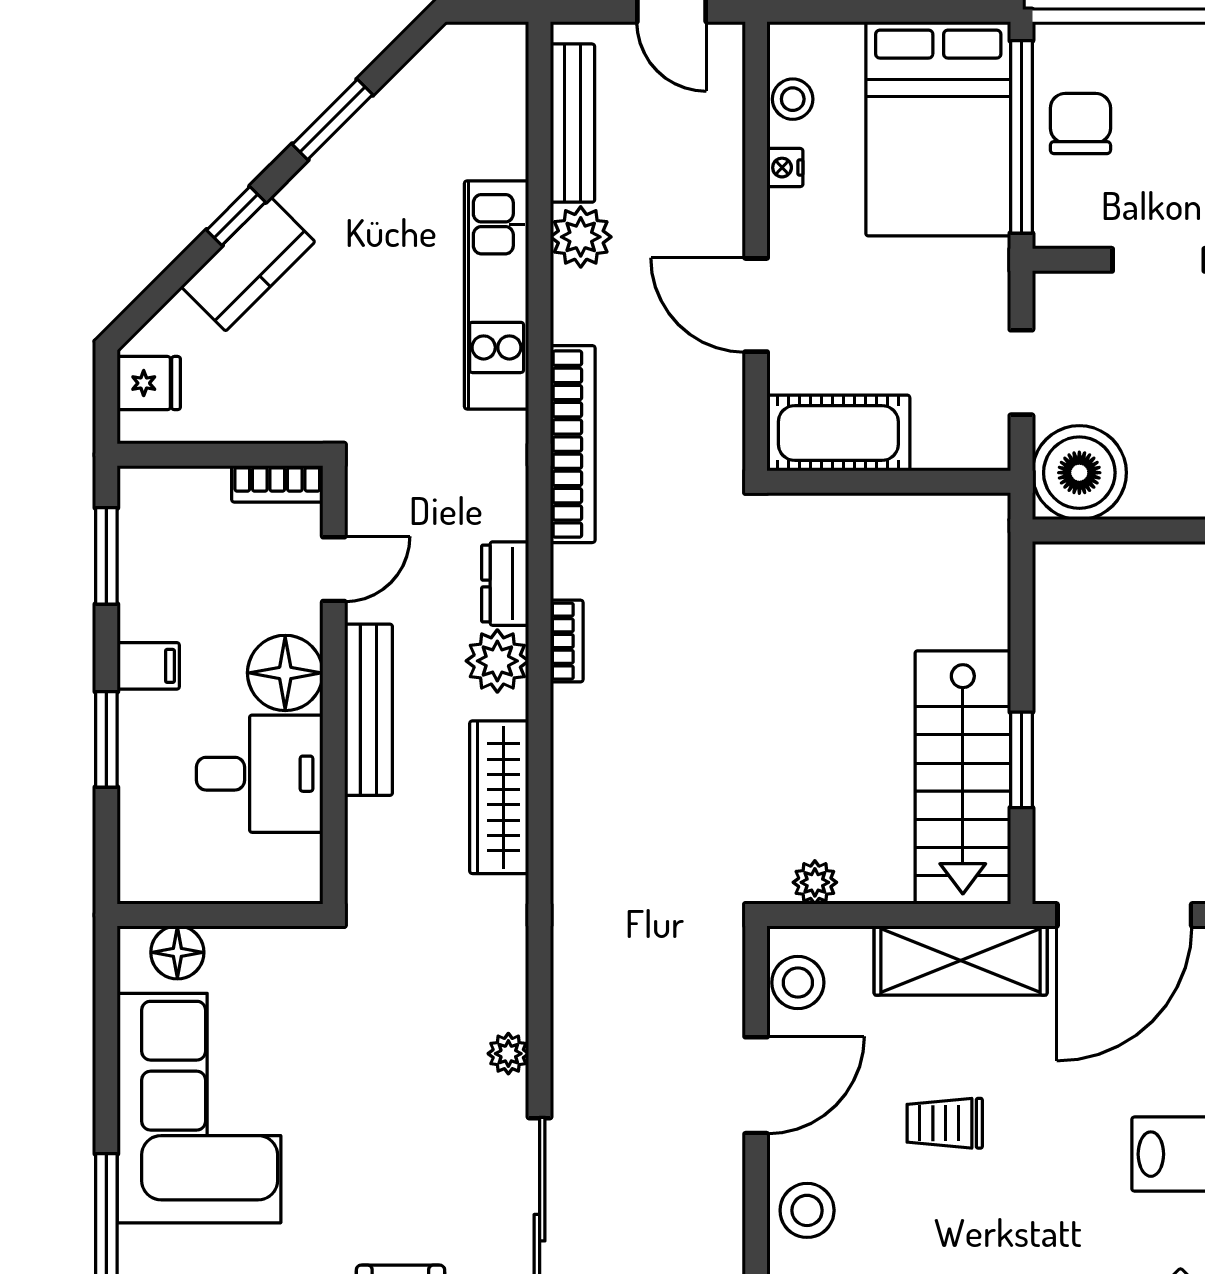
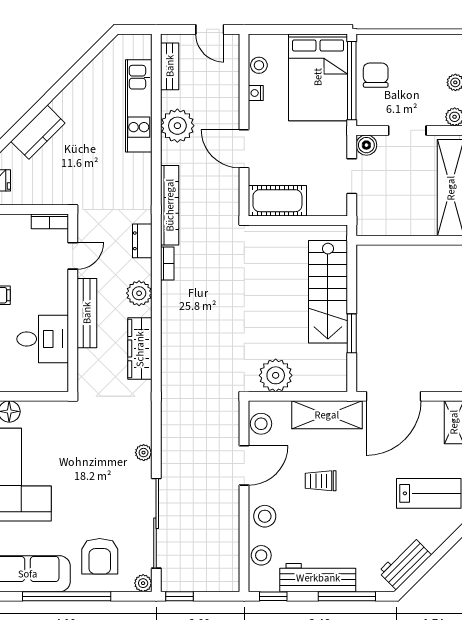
window: (332, 120) -> (72, 74), removed
bench: (572, 123) -> (170, 66), width x0.73
window: (236, 216) -> (33, 113), removed
plant: (581, 237) -> (177, 126), width x1.36, depth x1.36
kitchen unit: (497, 295) -> (139, 106), moved
boiler: (1079, 473) -> (366, 145), moved, width x0.54, depth x0.54
dresser: (505, 584) -> (142, 241), moved
bookcase: (567, 641) -> (167, 264), moved
floor lamp: (285, 673) -> (53, 298), removed
stairs: (963, 777) -> (328, 292), moved
plant: (815, 882) -> (276, 375), width x1.88, depth x1.88

